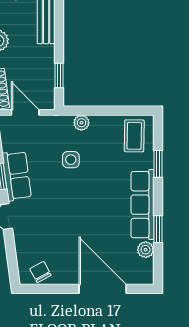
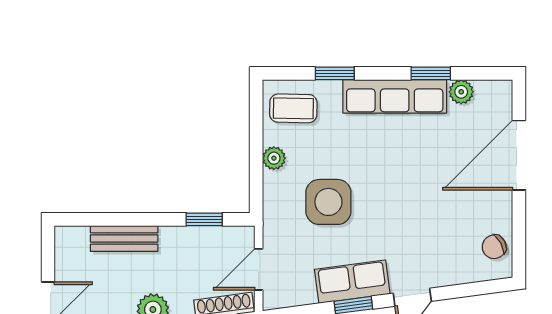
plant: (81, 123) -> (274, 158), moved
side table: (71, 160) -> (328, 202), width x1.87, depth x1.87

